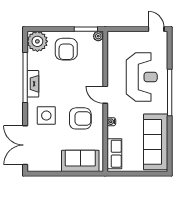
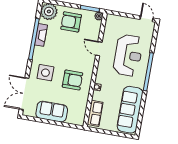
armchair: (66, 49) -> (71, 22), turned 90
fireplace: (33, 84) -> (41, 35), moved
door: (105, 95) -> (99, 49), moved
sofa: (80, 161) -> (52, 112), moved

